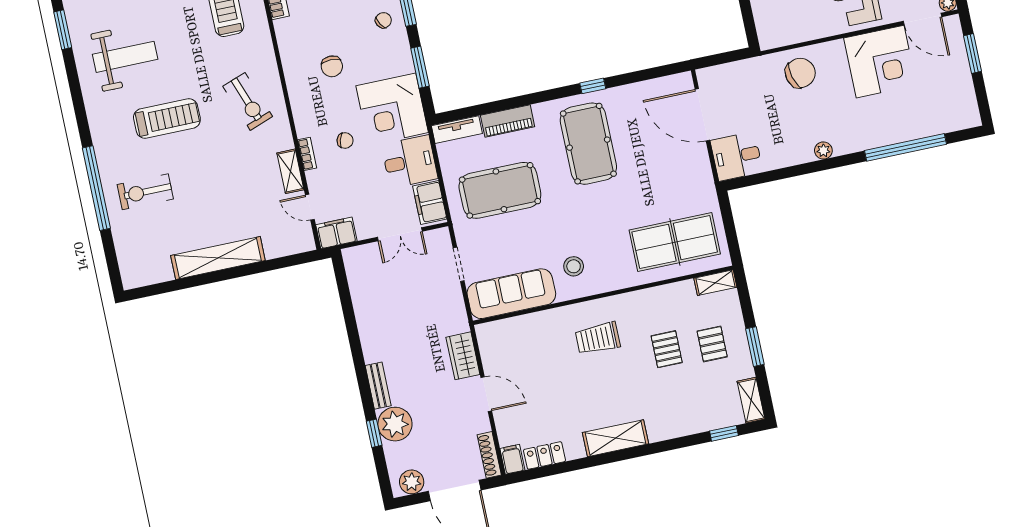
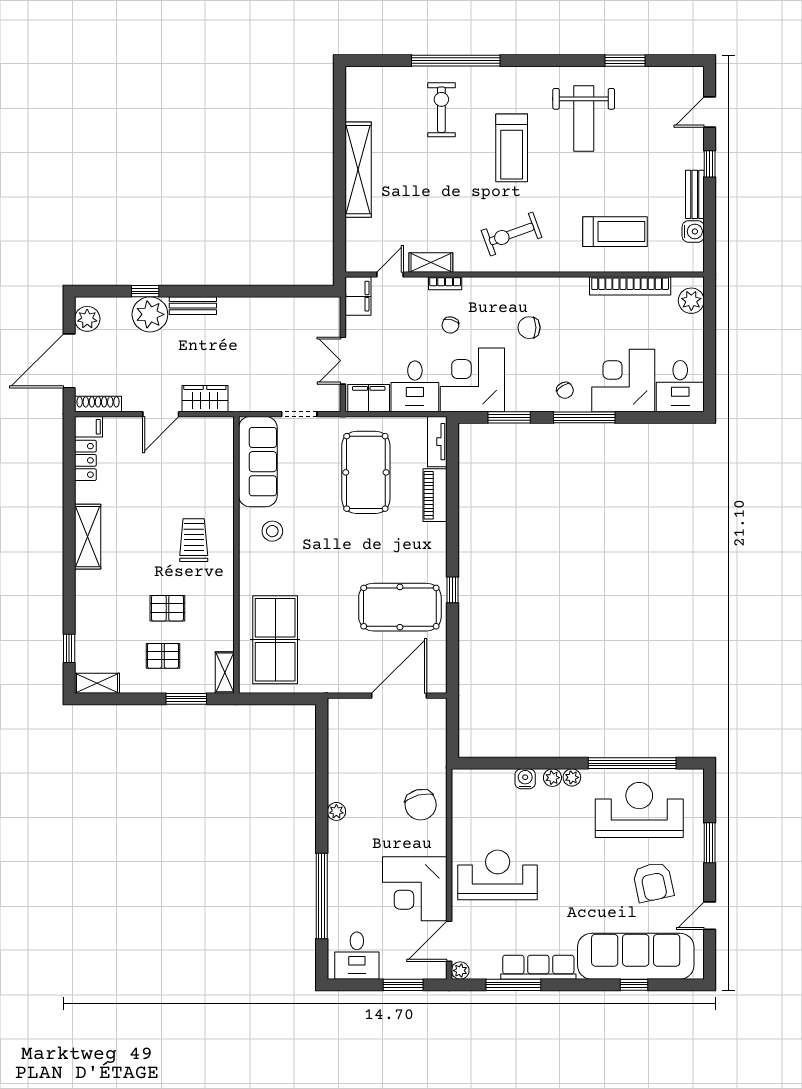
pool table: (588, 144) -> (400, 607), moved
desk: (737, 156) -> (357, 956), moved, turned 180
window: (755, 347) -> (186, 699), moved

